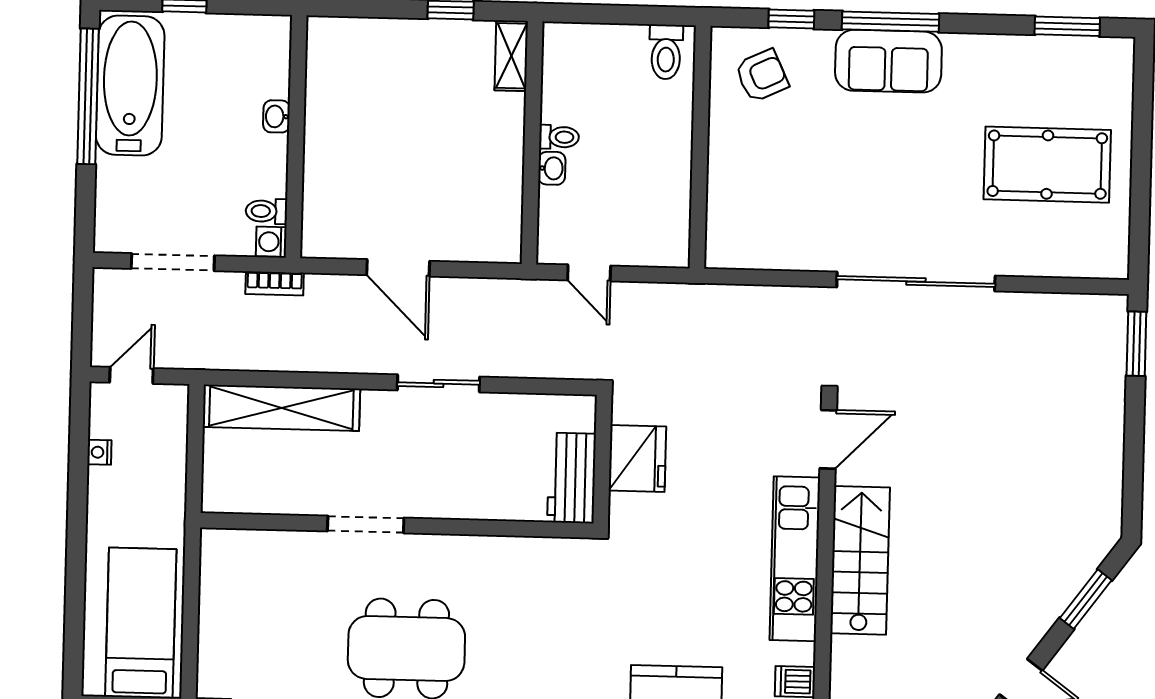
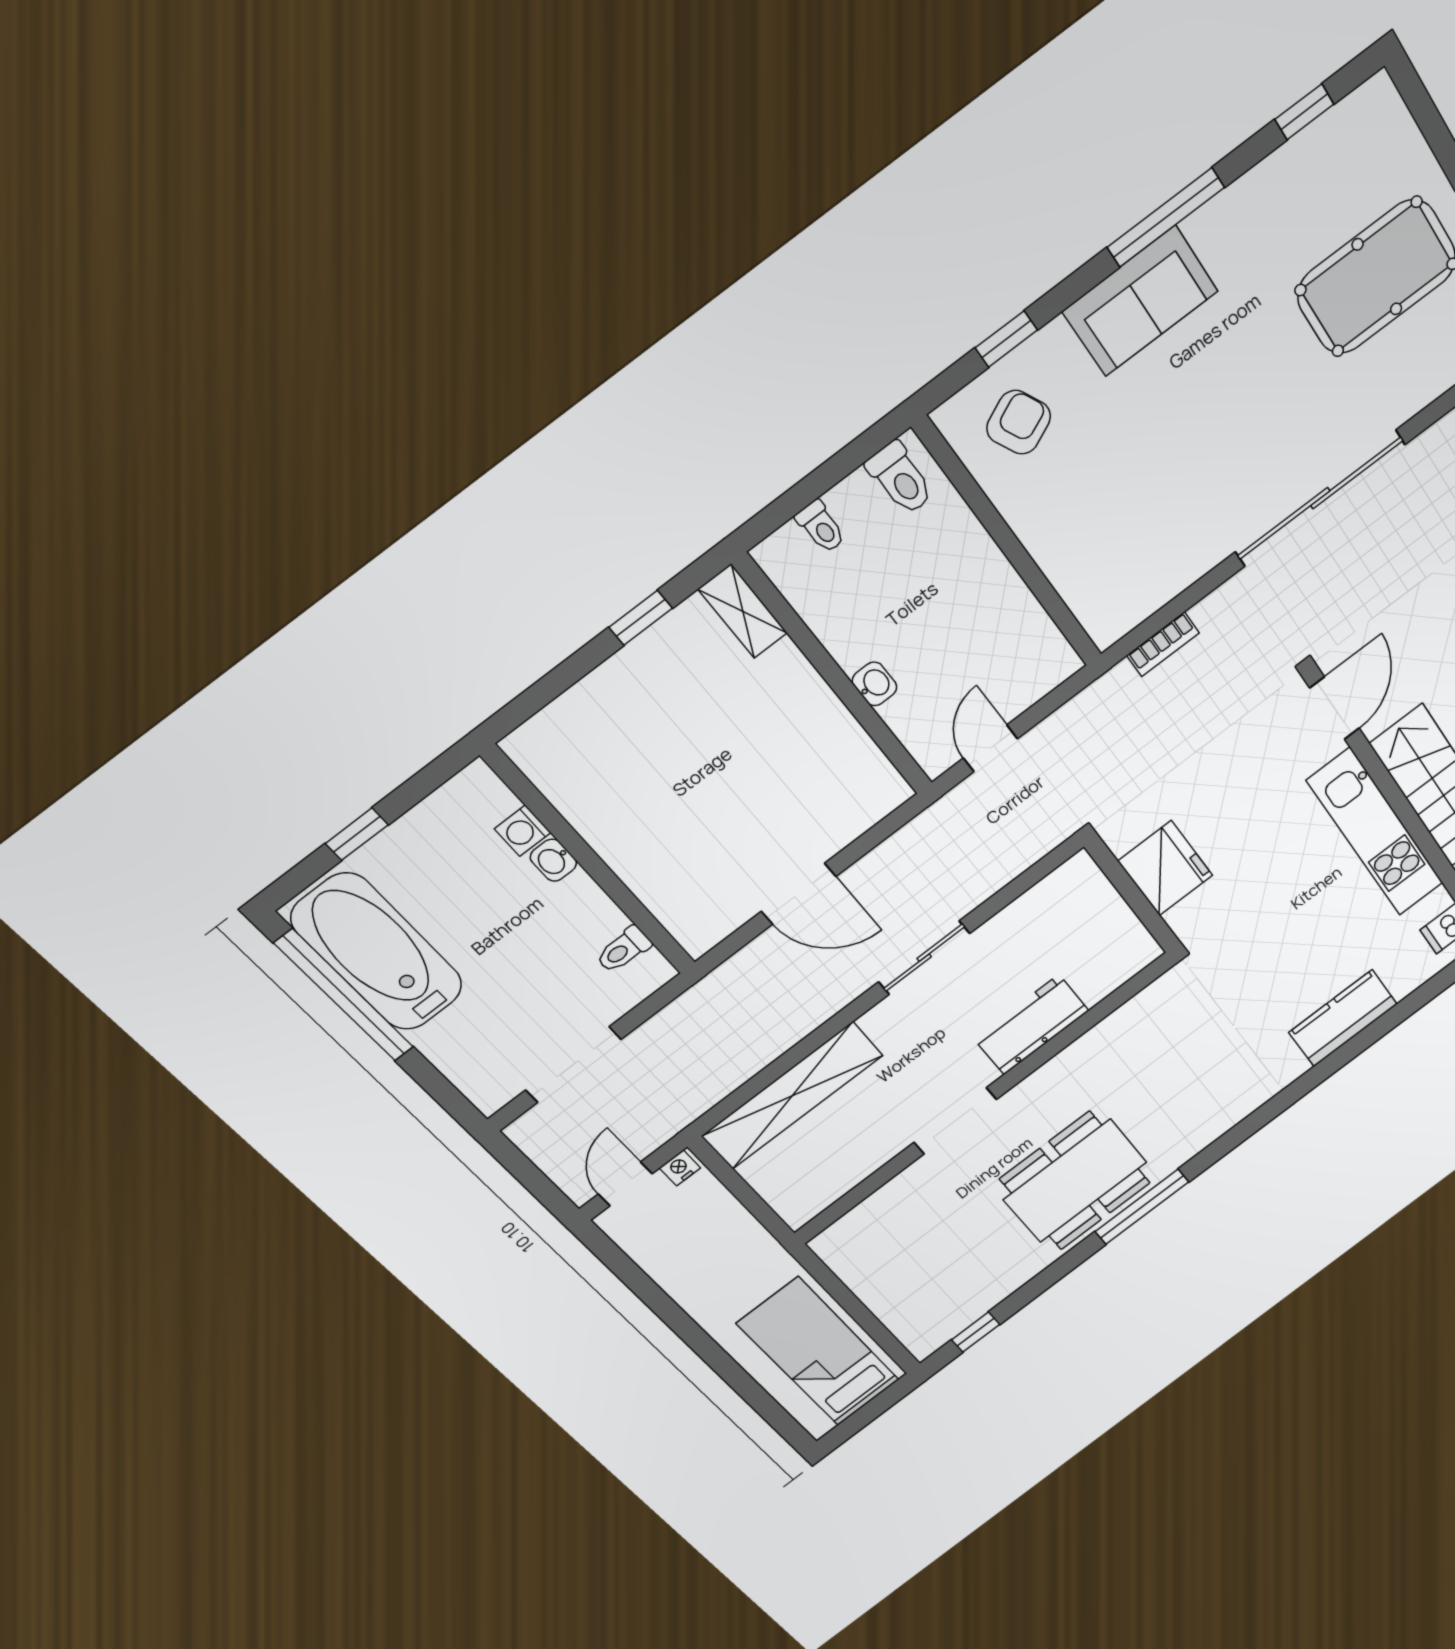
window: (891, 22) -> (1166, 217), moved
window: (1067, 26) -> (1304, 112), width x0.67
toilet: (559, 137) -> (821, 527), moved, turned 90
washing machine: (271, 242) -> (523, 831), moved
door: (589, 273) -> (990, 748), swing flipped
bookcase: (275, 283) -> (1163, 644), moved
nightstand: (99, 452) -> (680, 1168), moved, turned 90
workbench: (572, 478) -> (1031, 1025), moved, turned 90

